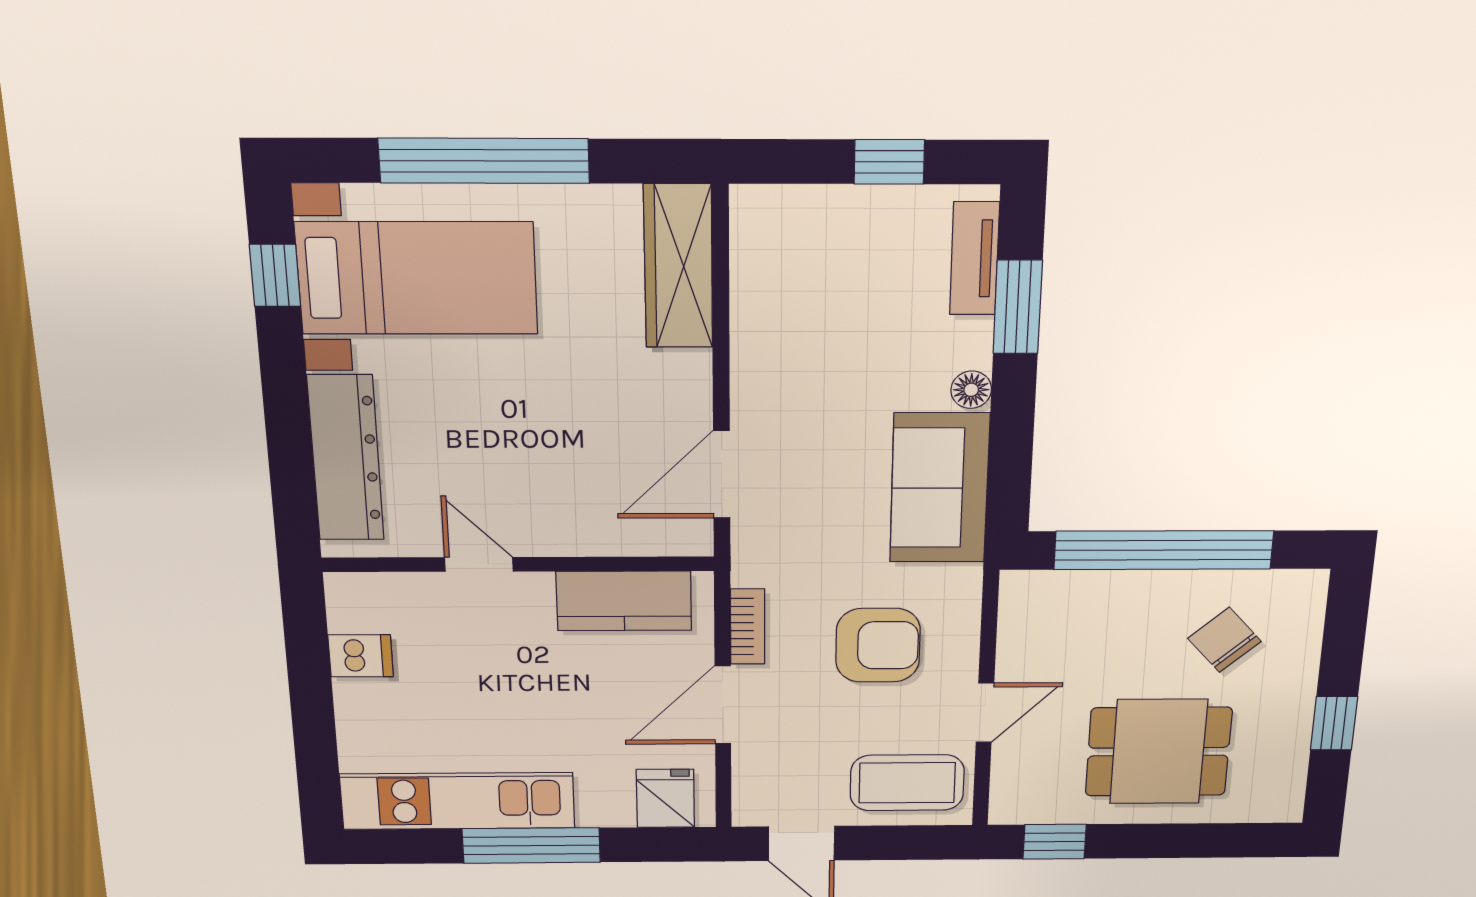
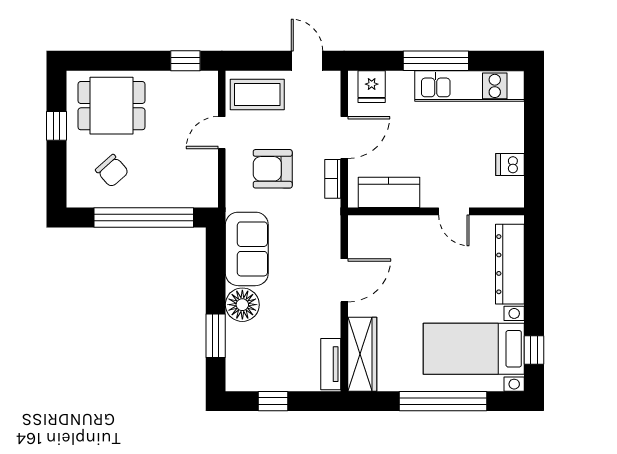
tv unit: (974, 258) -> (331, 364), moved, turned 180
floor lamp: (971, 390) -> (242, 305), width x1.89, depth x1.89
door: (722, 474) -> (344, 280), moved
dining table: (1158, 752) -> (111, 106), moved

